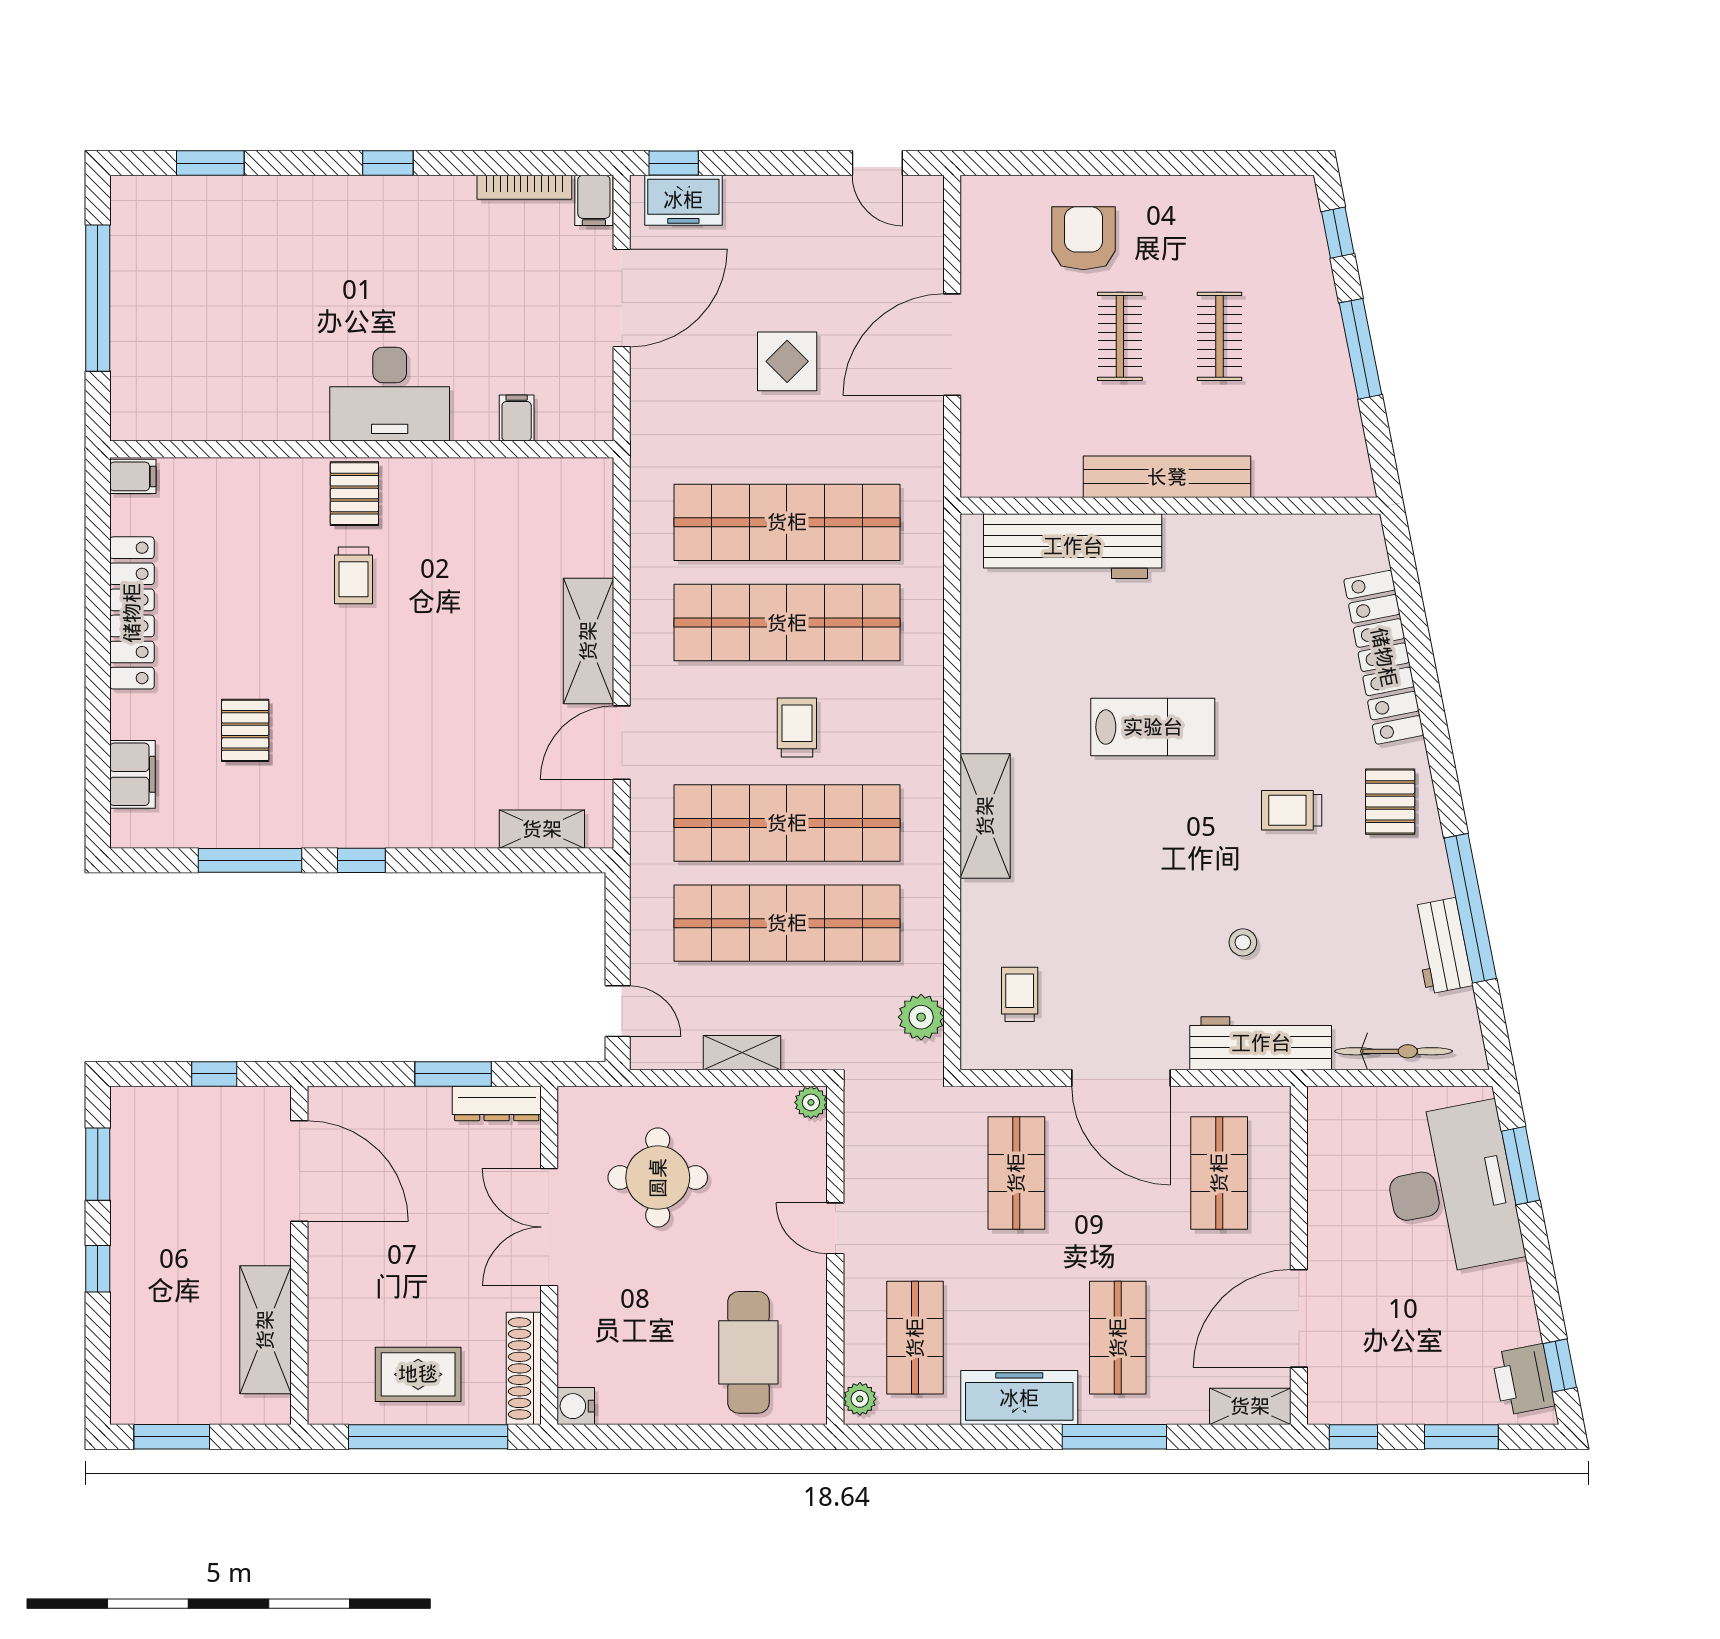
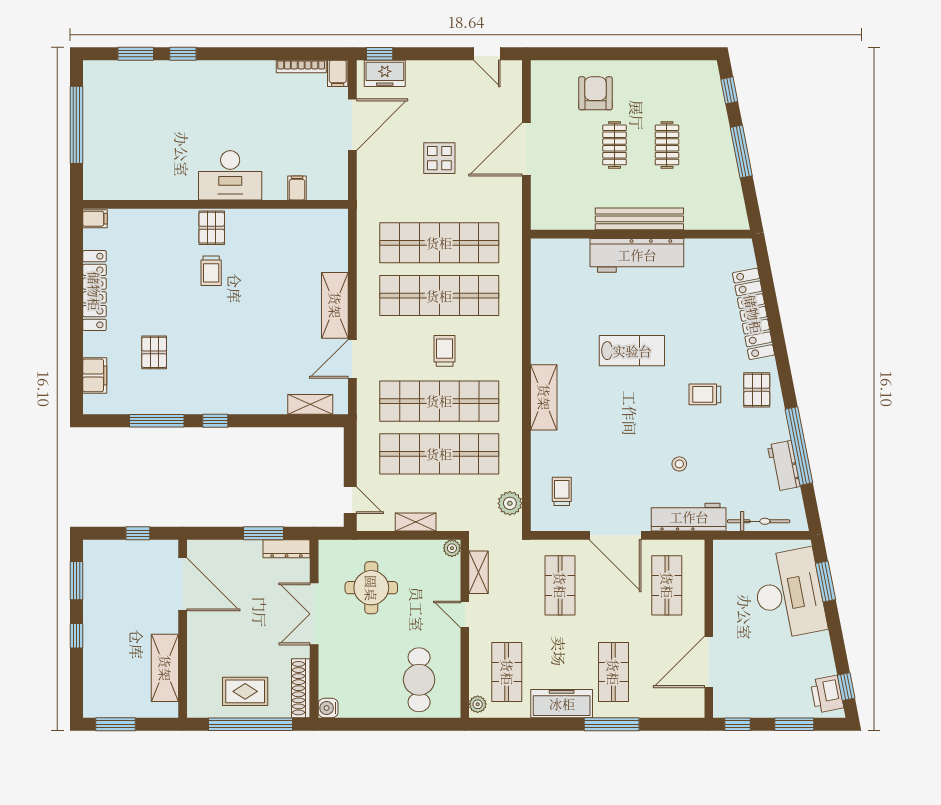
window: (388, 163) -> (183, 54), moved
workbench: (1073, 546) -> (637, 255), moved
shelving: (1250, 1406) -> (479, 572), moved, turned 90

